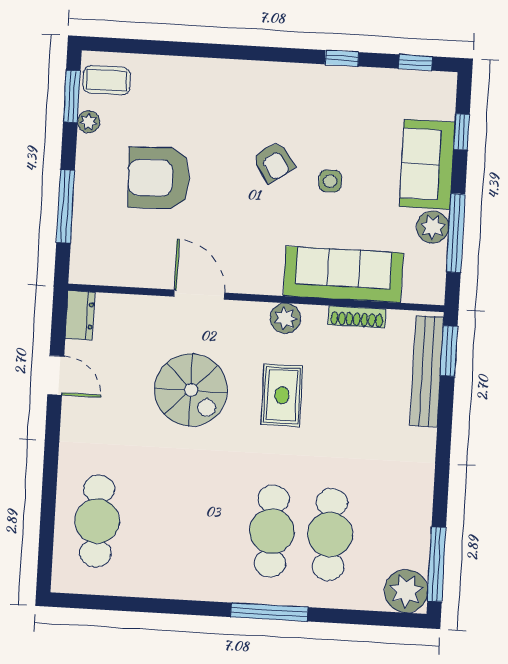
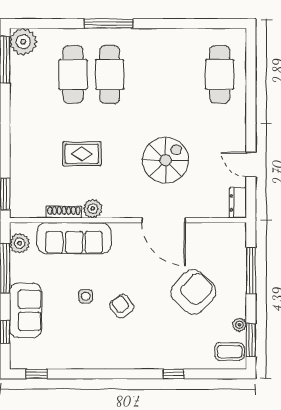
window: (342, 58) -> (174, 374), moved
armchair: (159, 178) -> (193, 292), turned -44
plant: (433, 227) -> (20, 243), moved
door: (199, 295) -> (164, 220), width x1.36
plant: (285, 318) -> (93, 209), moved
bench: (427, 371) -> (18, 180), removed
spiral stairs: (191, 390) -> (166, 160), turned 90
rug: (282, 395) -> (82, 154), moved, turned 90

